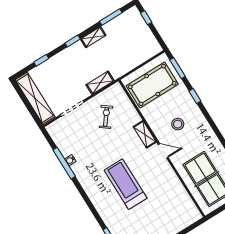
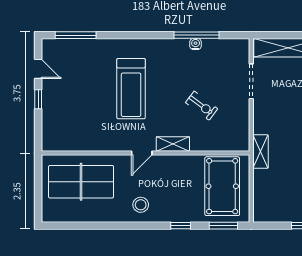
shelving: (100, 83) -> (261, 152), moved
exercise bike: (106, 117) -> (202, 106), moved
stool: (178, 124) -> (141, 205), moved
treadmill: (126, 184) -> (131, 89), turned 90

